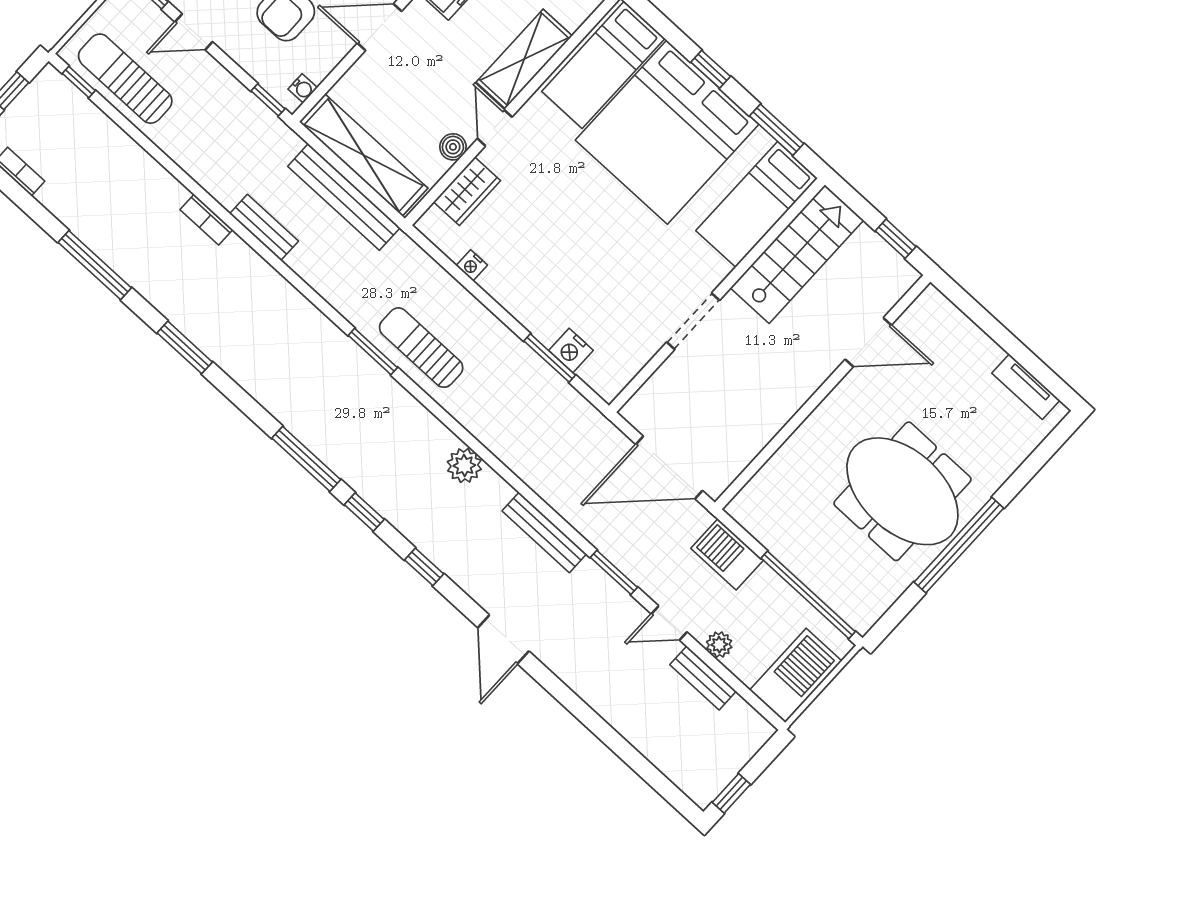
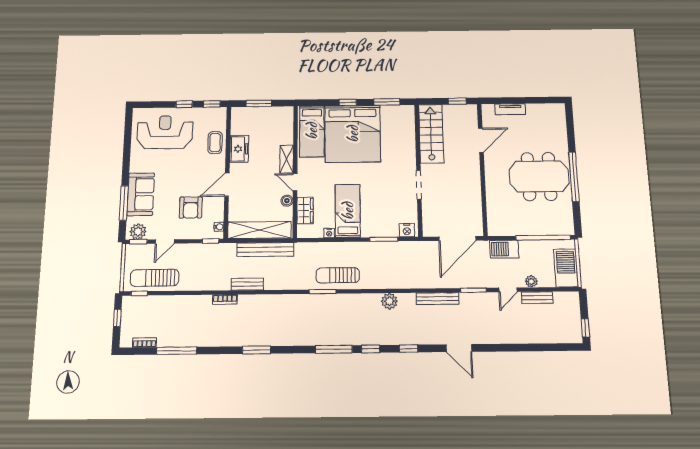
shelving: (524, 59) -> (287, 159), width x0.67, depth x0.75
bed: (757, 204) -> (348, 211), moved, turned 180
window: (95, 265) -> (177, 351), moved
nightstand: (571, 350) -> (407, 230), moved
tv unit: (1026, 387) -> (510, 109), moved

